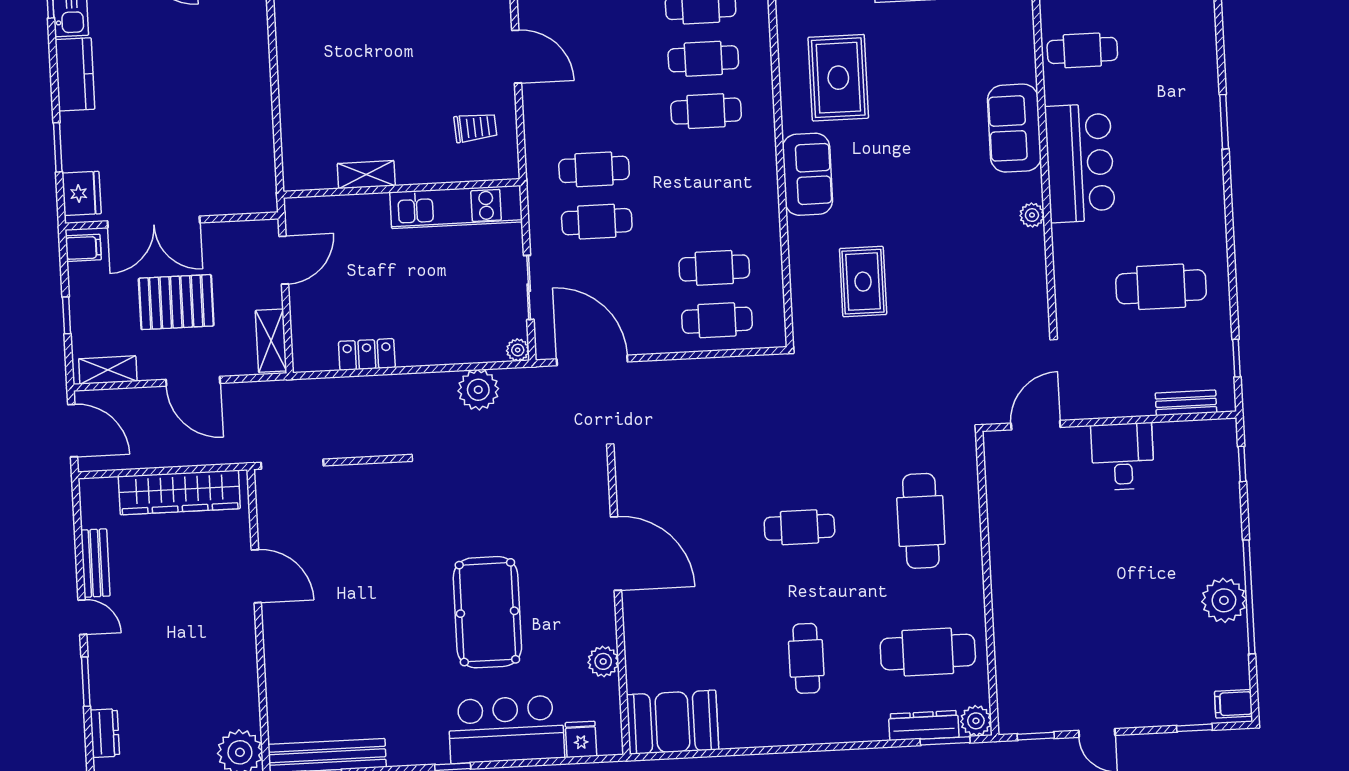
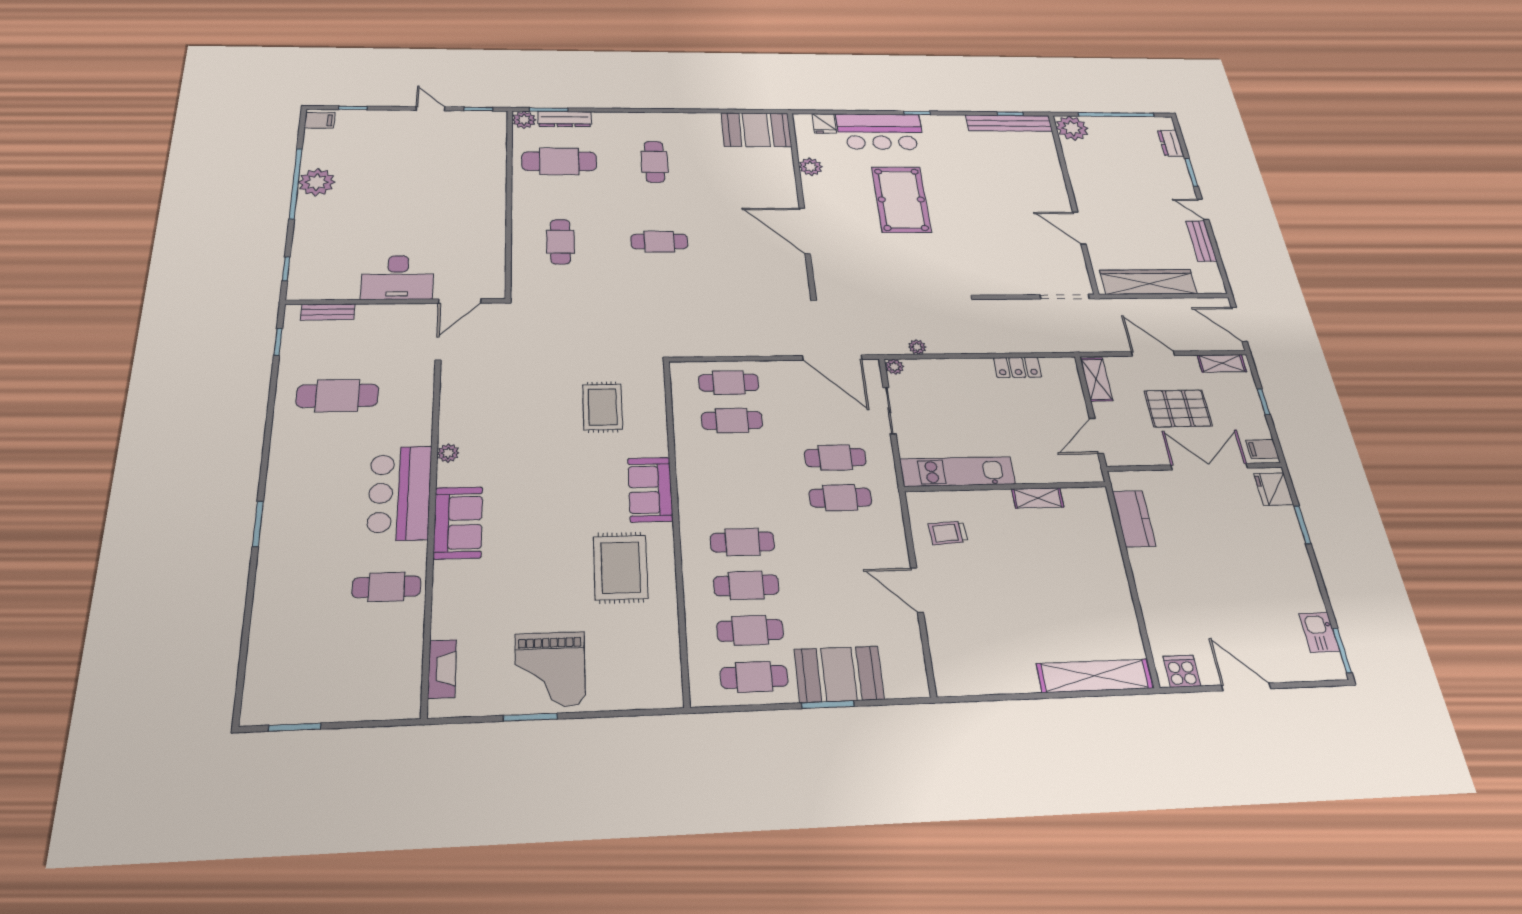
kitchen counter: (75, 74) -> (1134, 519), moved, turned 180
plant: (478, 390) -> (917, 347), width x0.53, depth x0.53
desk: (1123, 456) -> (398, 277), width x1.37
cafe table: (921, 521) -> (560, 242), width x0.73, depth x0.74

